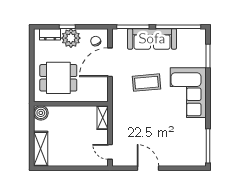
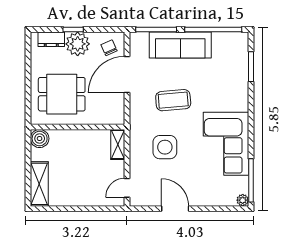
corner sofa: (188, 93) -> (226, 144), moved
side table: (140, 120) -> (165, 147), added
door: (110, 152) -> (127, 188), hinge flipped
plant: (201, 162) -> (243, 200), added

